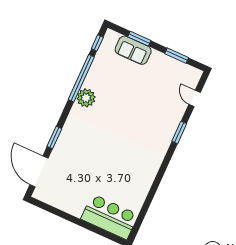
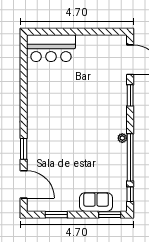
window: (139, 39) -> (110, 215), moved
plant: (86, 98) -> (122, 138), width x0.53, depth x0.53
door: (195, 98) -> (24, 184), width x1.87

